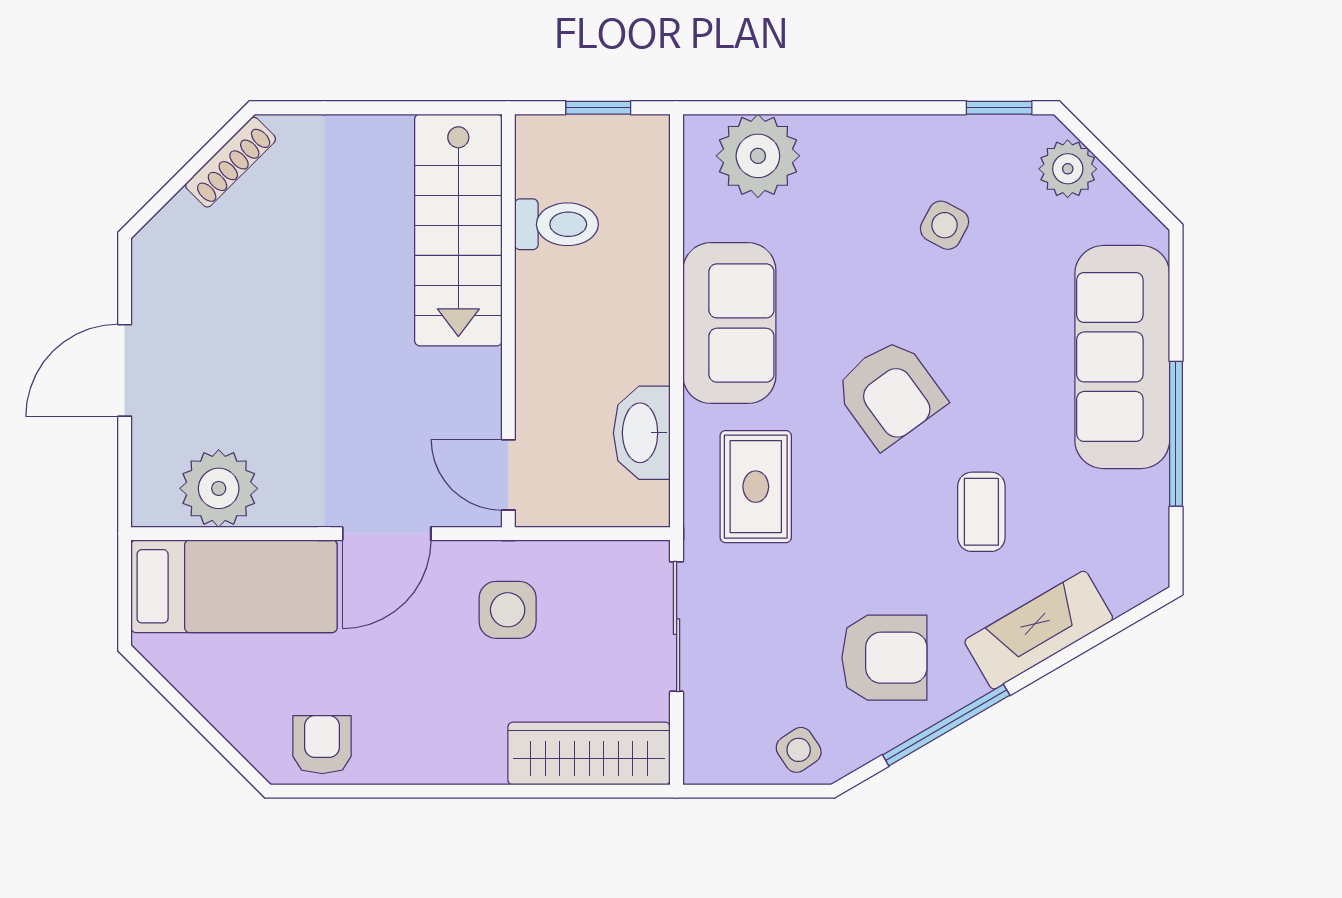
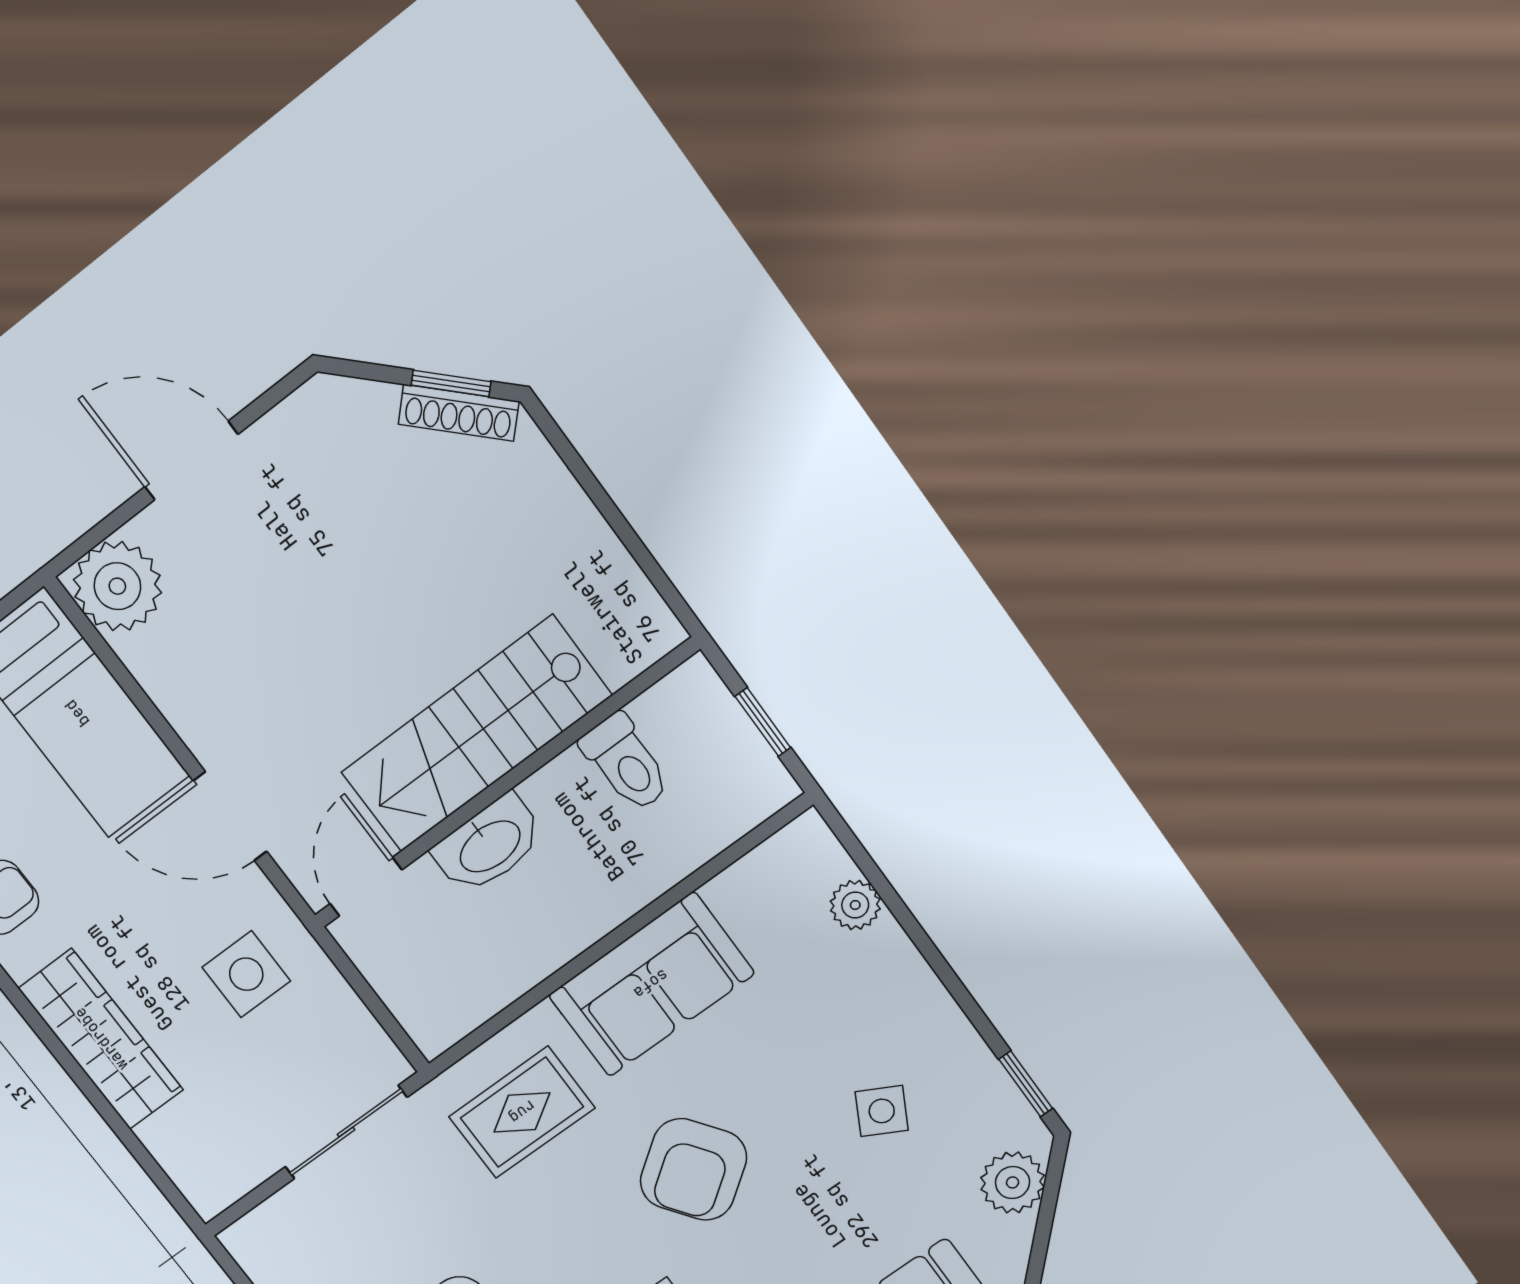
window: (207, 153) -> (451, 383), added
plant: (758, 156) -> (855, 905), width x0.53, depth x0.53
stairs: (458, 230) -> (476, 734), moved
washbasin: (642, 433) -> (489, 845), moved, turned 180
plant: (219, 488) -> (117, 586), moved
wardrobe: (589, 753) -> (101, 1039), moved

